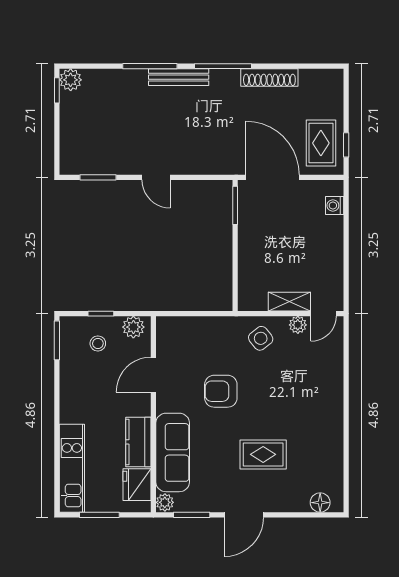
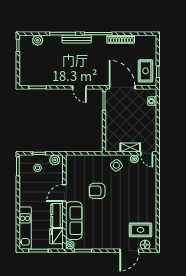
plant: (71, 80) -> (38, 40), moved
door: (156, 177) -> (80, 87), moved
door: (323, 314) -> (147, 153), hinge flipped
door: (153, 375) -> (64, 193), moved
rug: (263, 454) -> (140, 230), moved
door: (244, 515) -> (129, 251), moved

